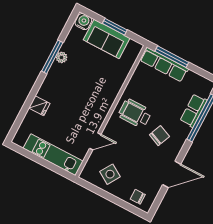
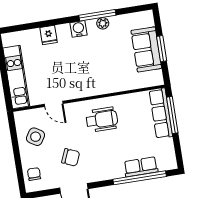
water cooler: (83, 22) -> (79, 29), moved, turned -90
wheelchair: (135, 113) -> (102, 120), turned 90
chair: (159, 136) -> (71, 157), moved

